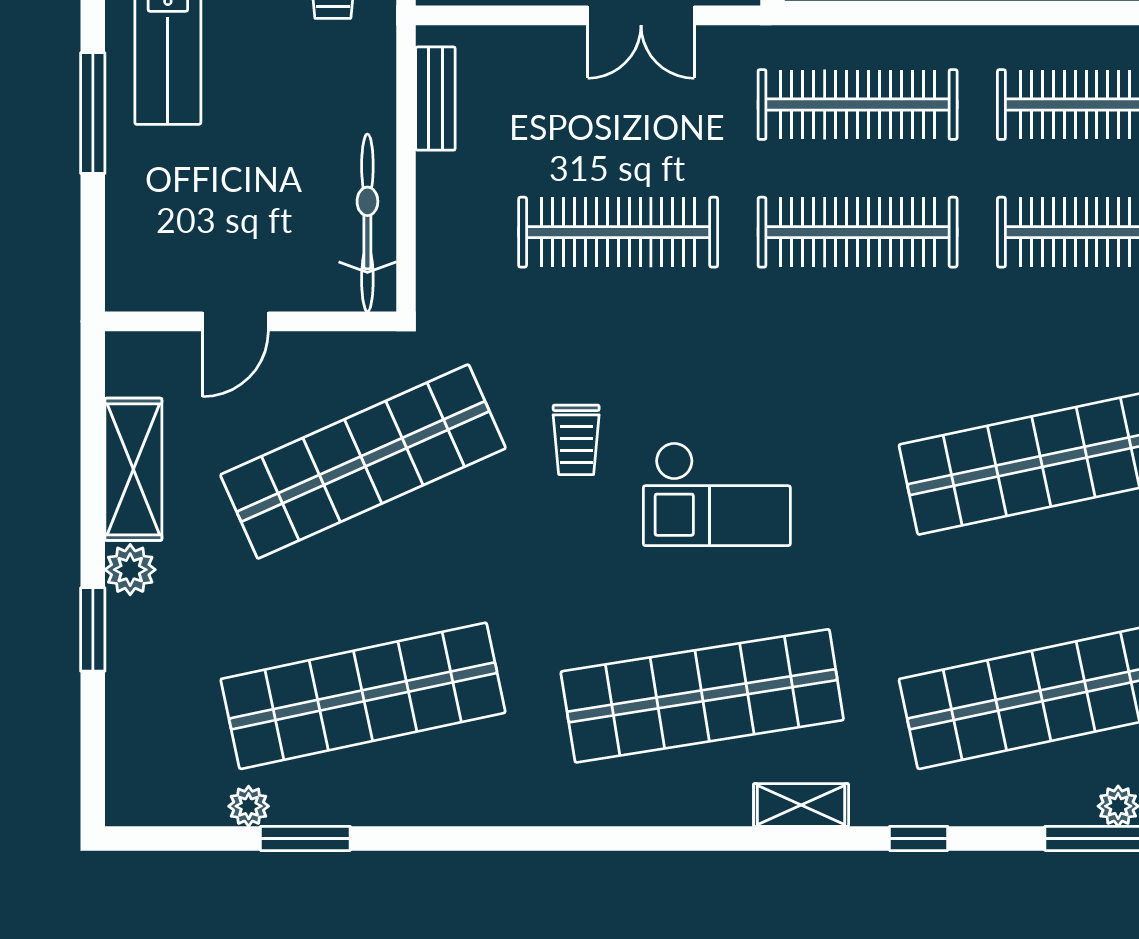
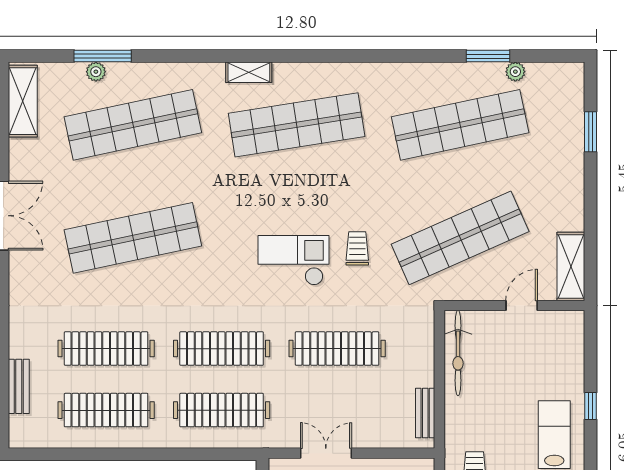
window: (93, 113) -> (590, 406), width x0.46
shelving: (133, 469) -> (571, 266), moved
checkout: (717, 494) -> (293, 260), moved
plant: (130, 570) -> (572, 186), removed
window: (93, 629) -> (590, 132), moved
window: (919, 838) -> (192, 56), removed

